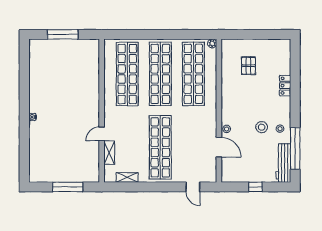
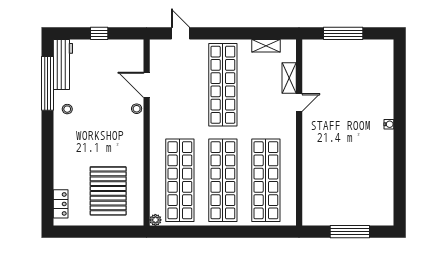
pallet: (248, 66) -> (108, 191), width x2.05, depth x2.00
locker: (285, 86) -> (61, 204), moved
stool: (262, 127) -> (91, 111), removed

